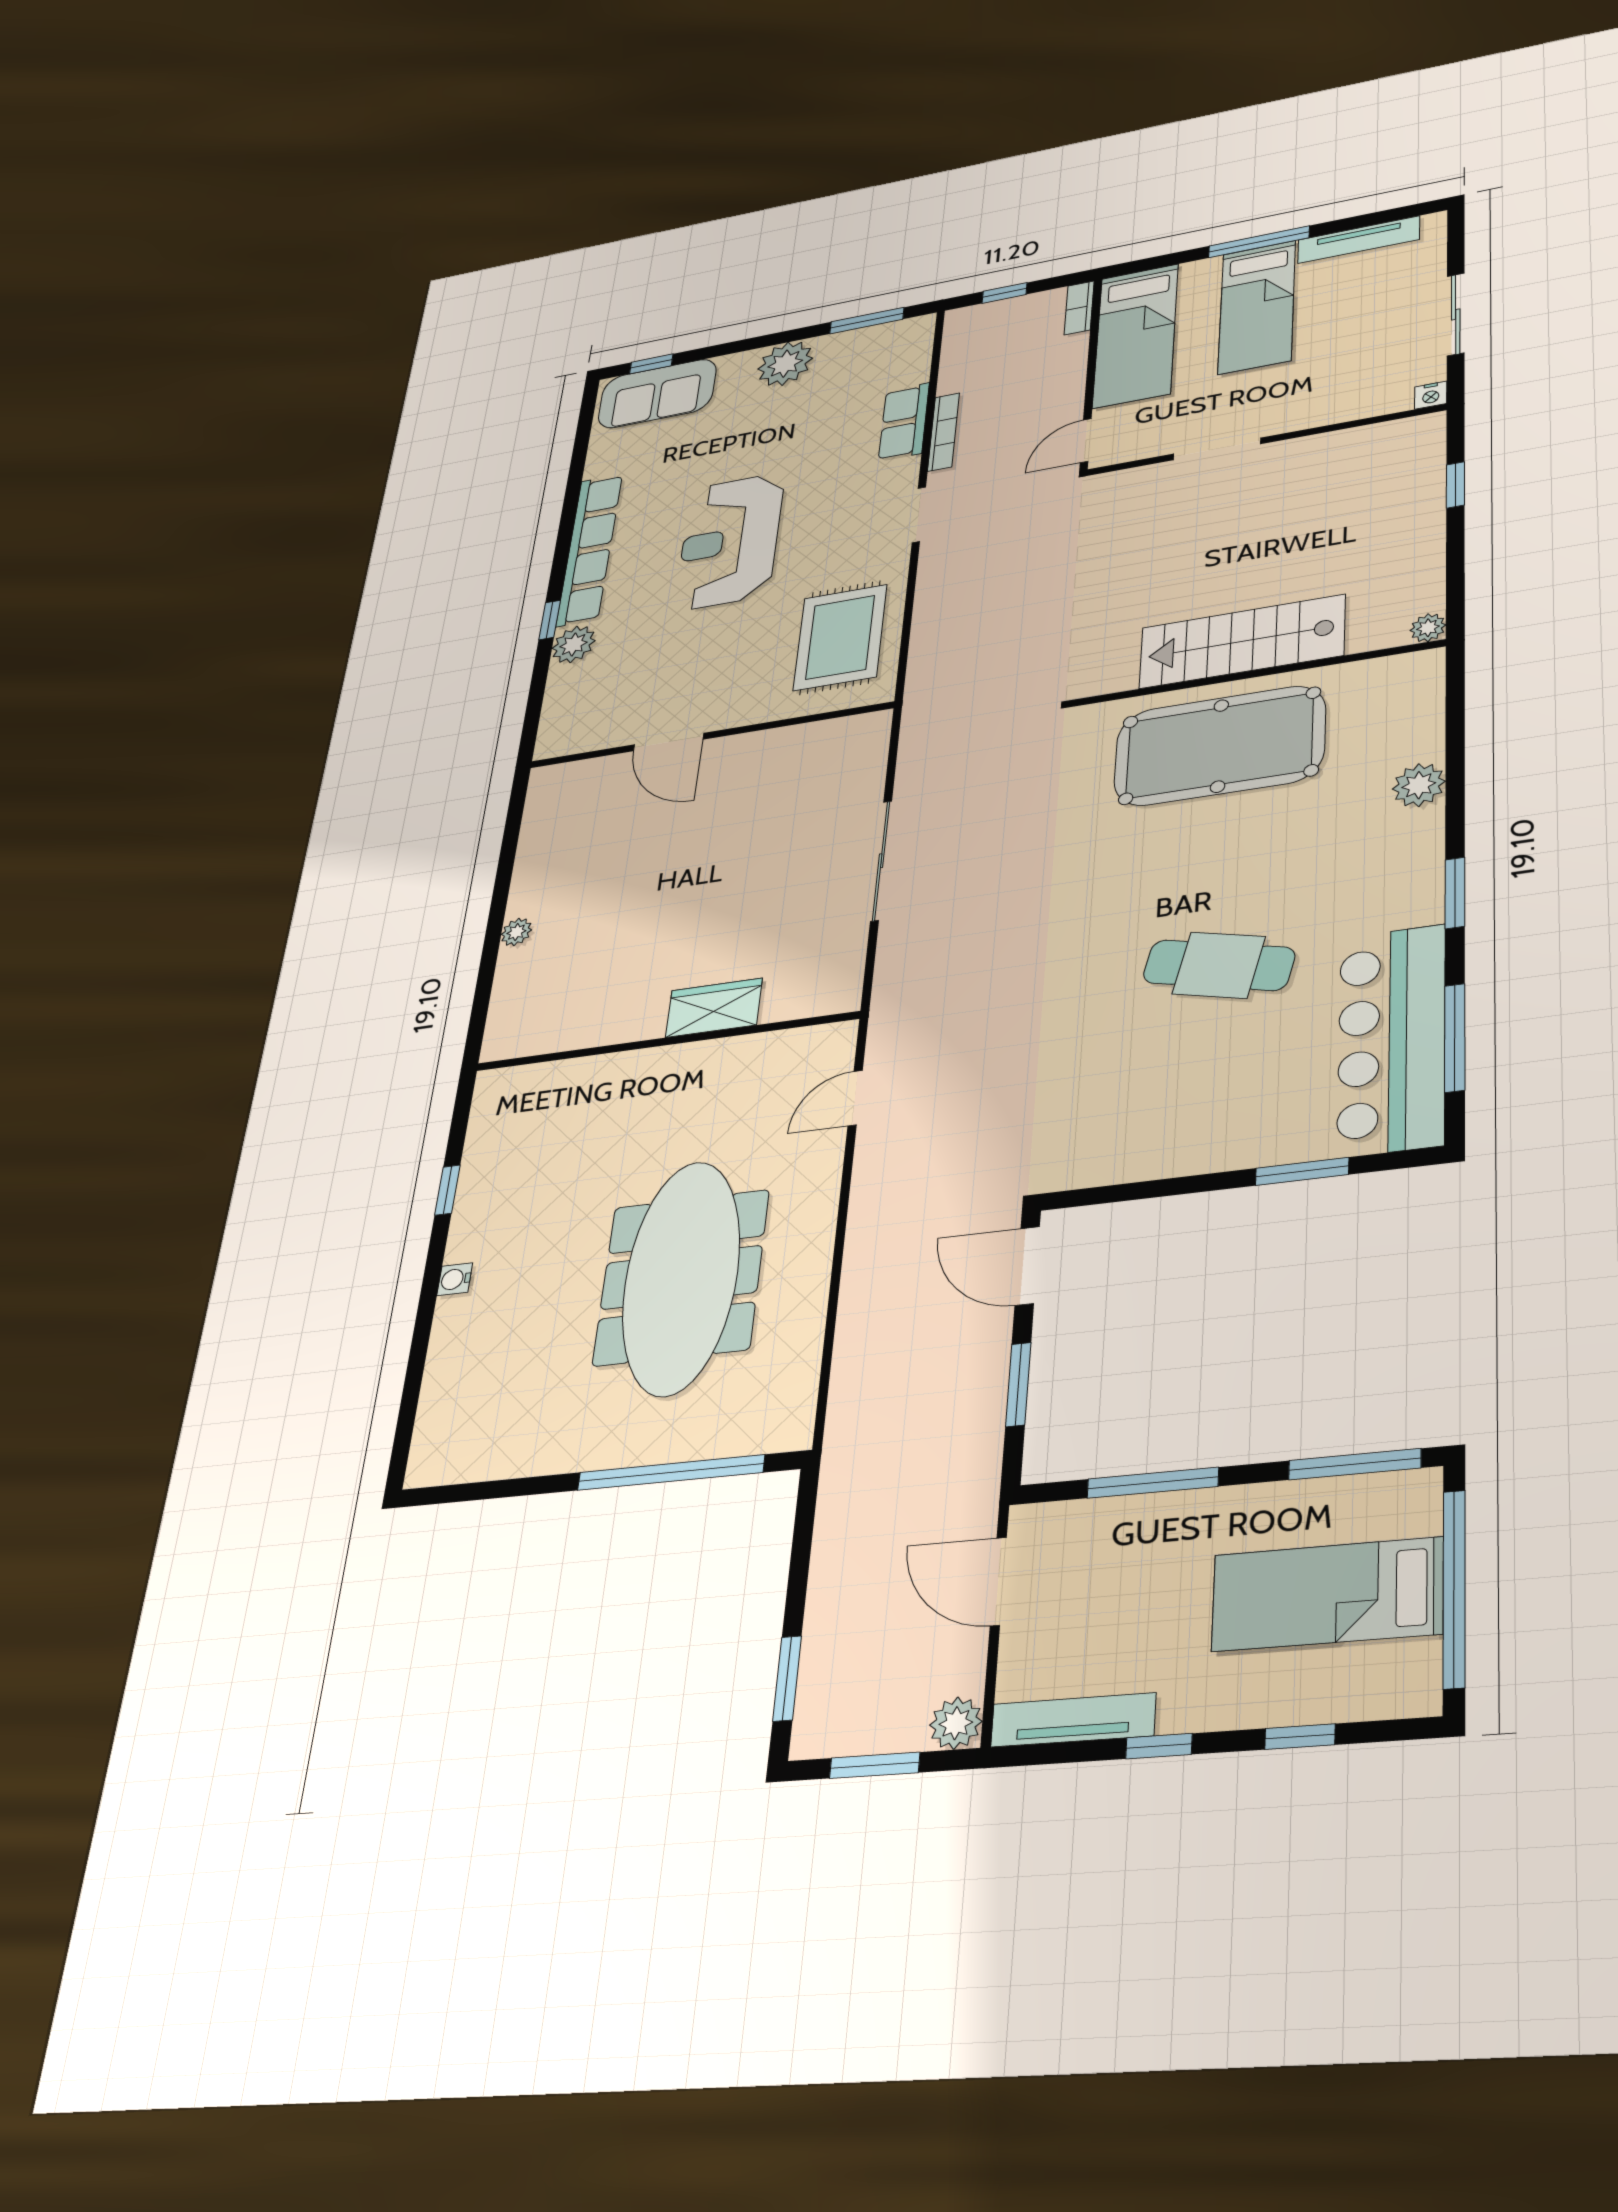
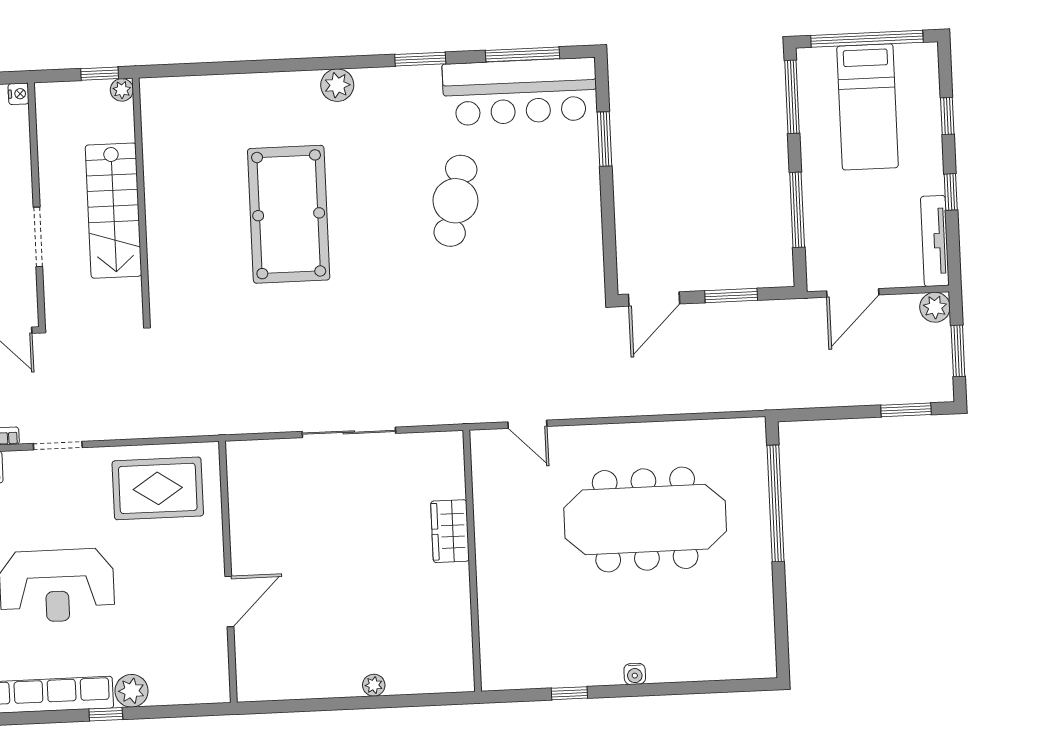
plant: (1428, 628) -> (122, 90), moved
stairs: (1242, 642) -> (114, 211), moved
wall: (1255, 674) -> (141, 200), moved

